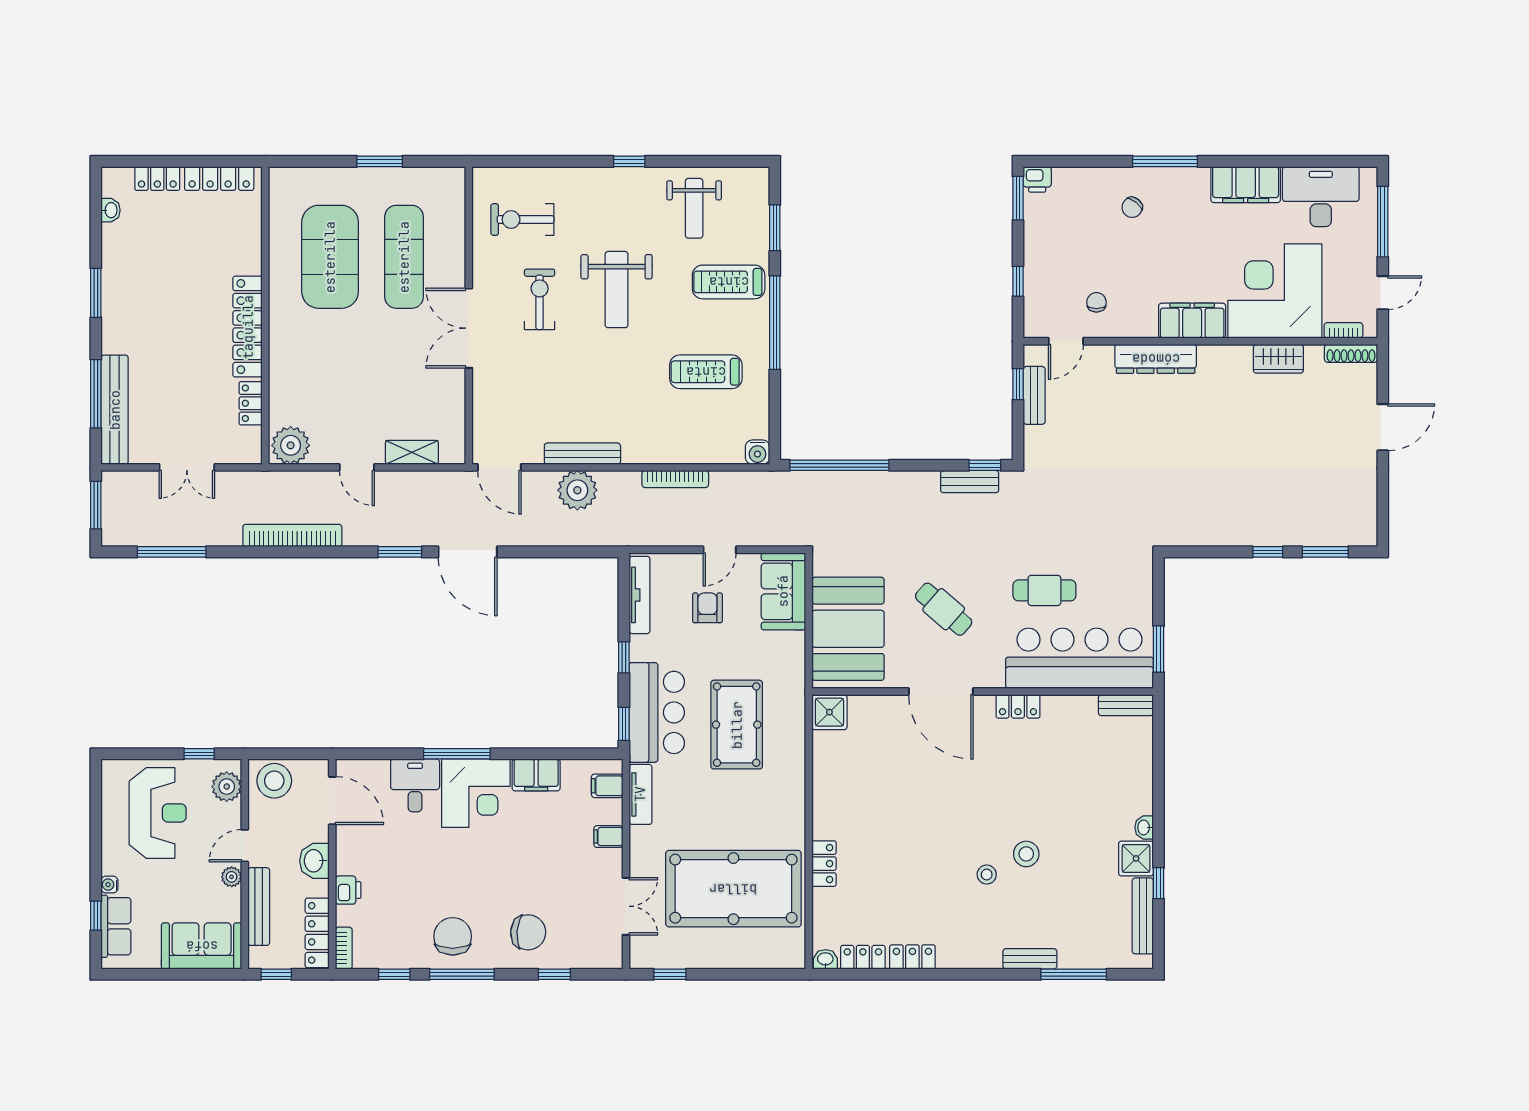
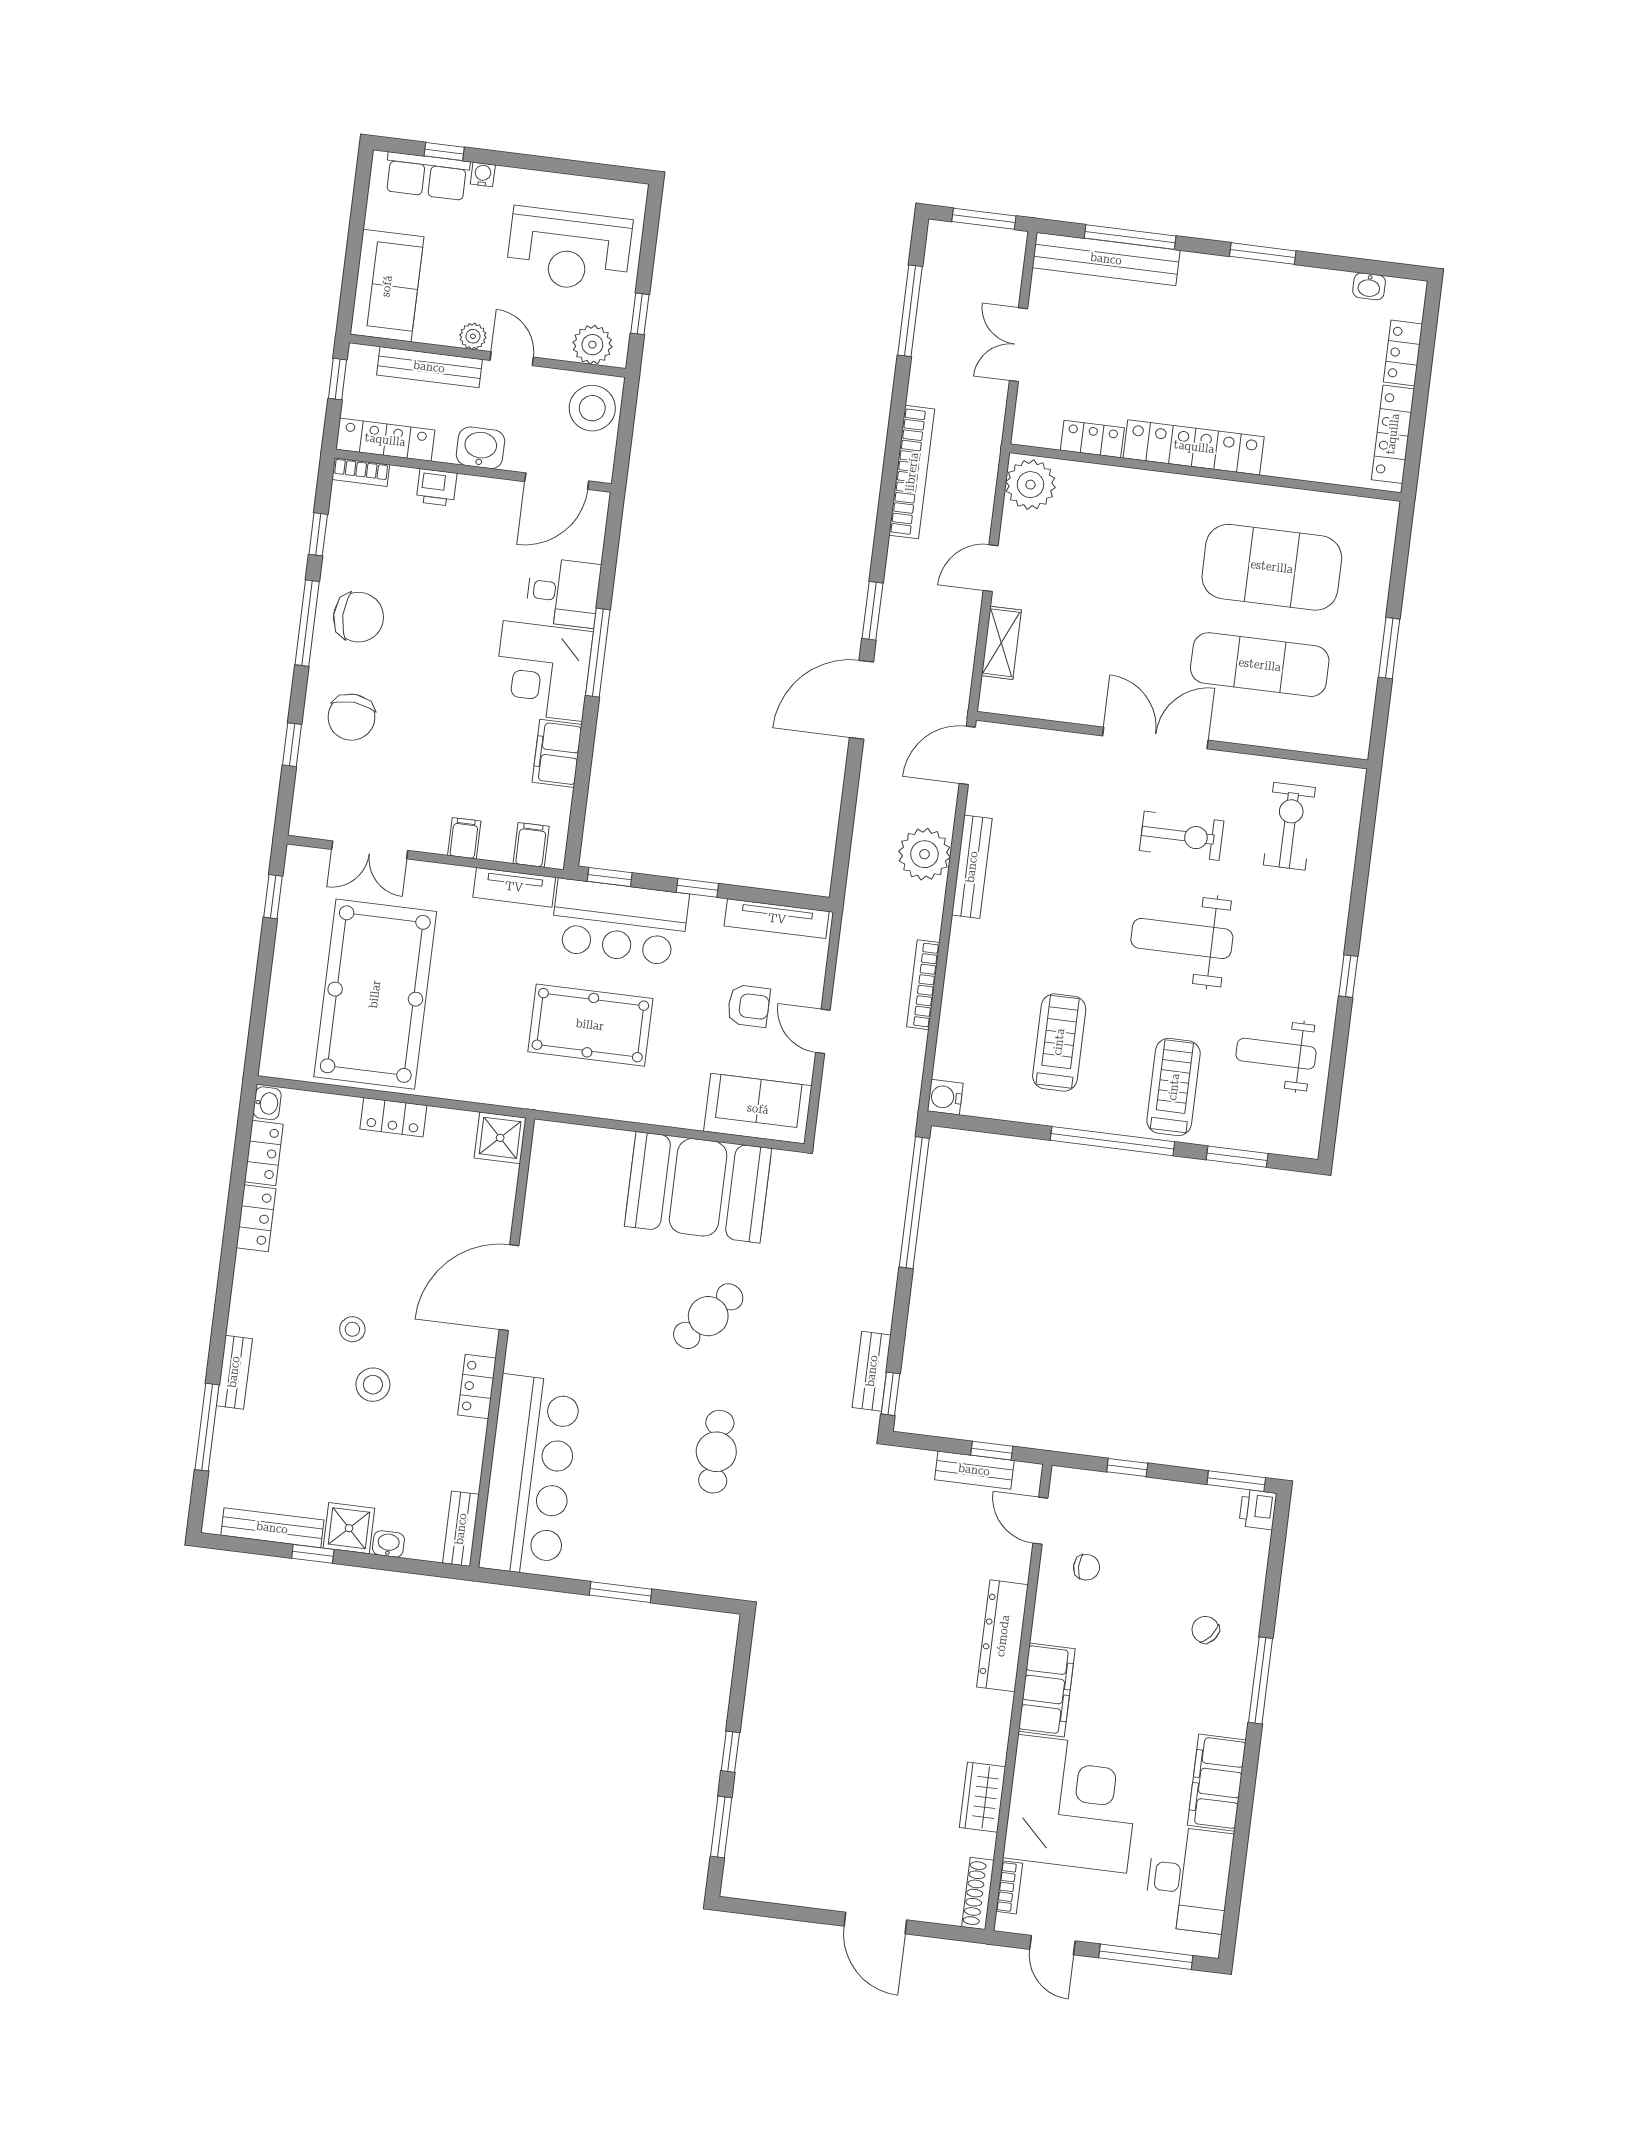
bar counter: (1079, 658) -> (530, 1475), moved
door: (941, 691) -> (509, 1288), moved
wall: (983, 691) -> (502, 1343), moved
bench: (1126, 705) -> (461, 1529), moved
locker: (1018, 706) -> (477, 1387), moved
shower: (829, 712) -> (500, 1138), moved

